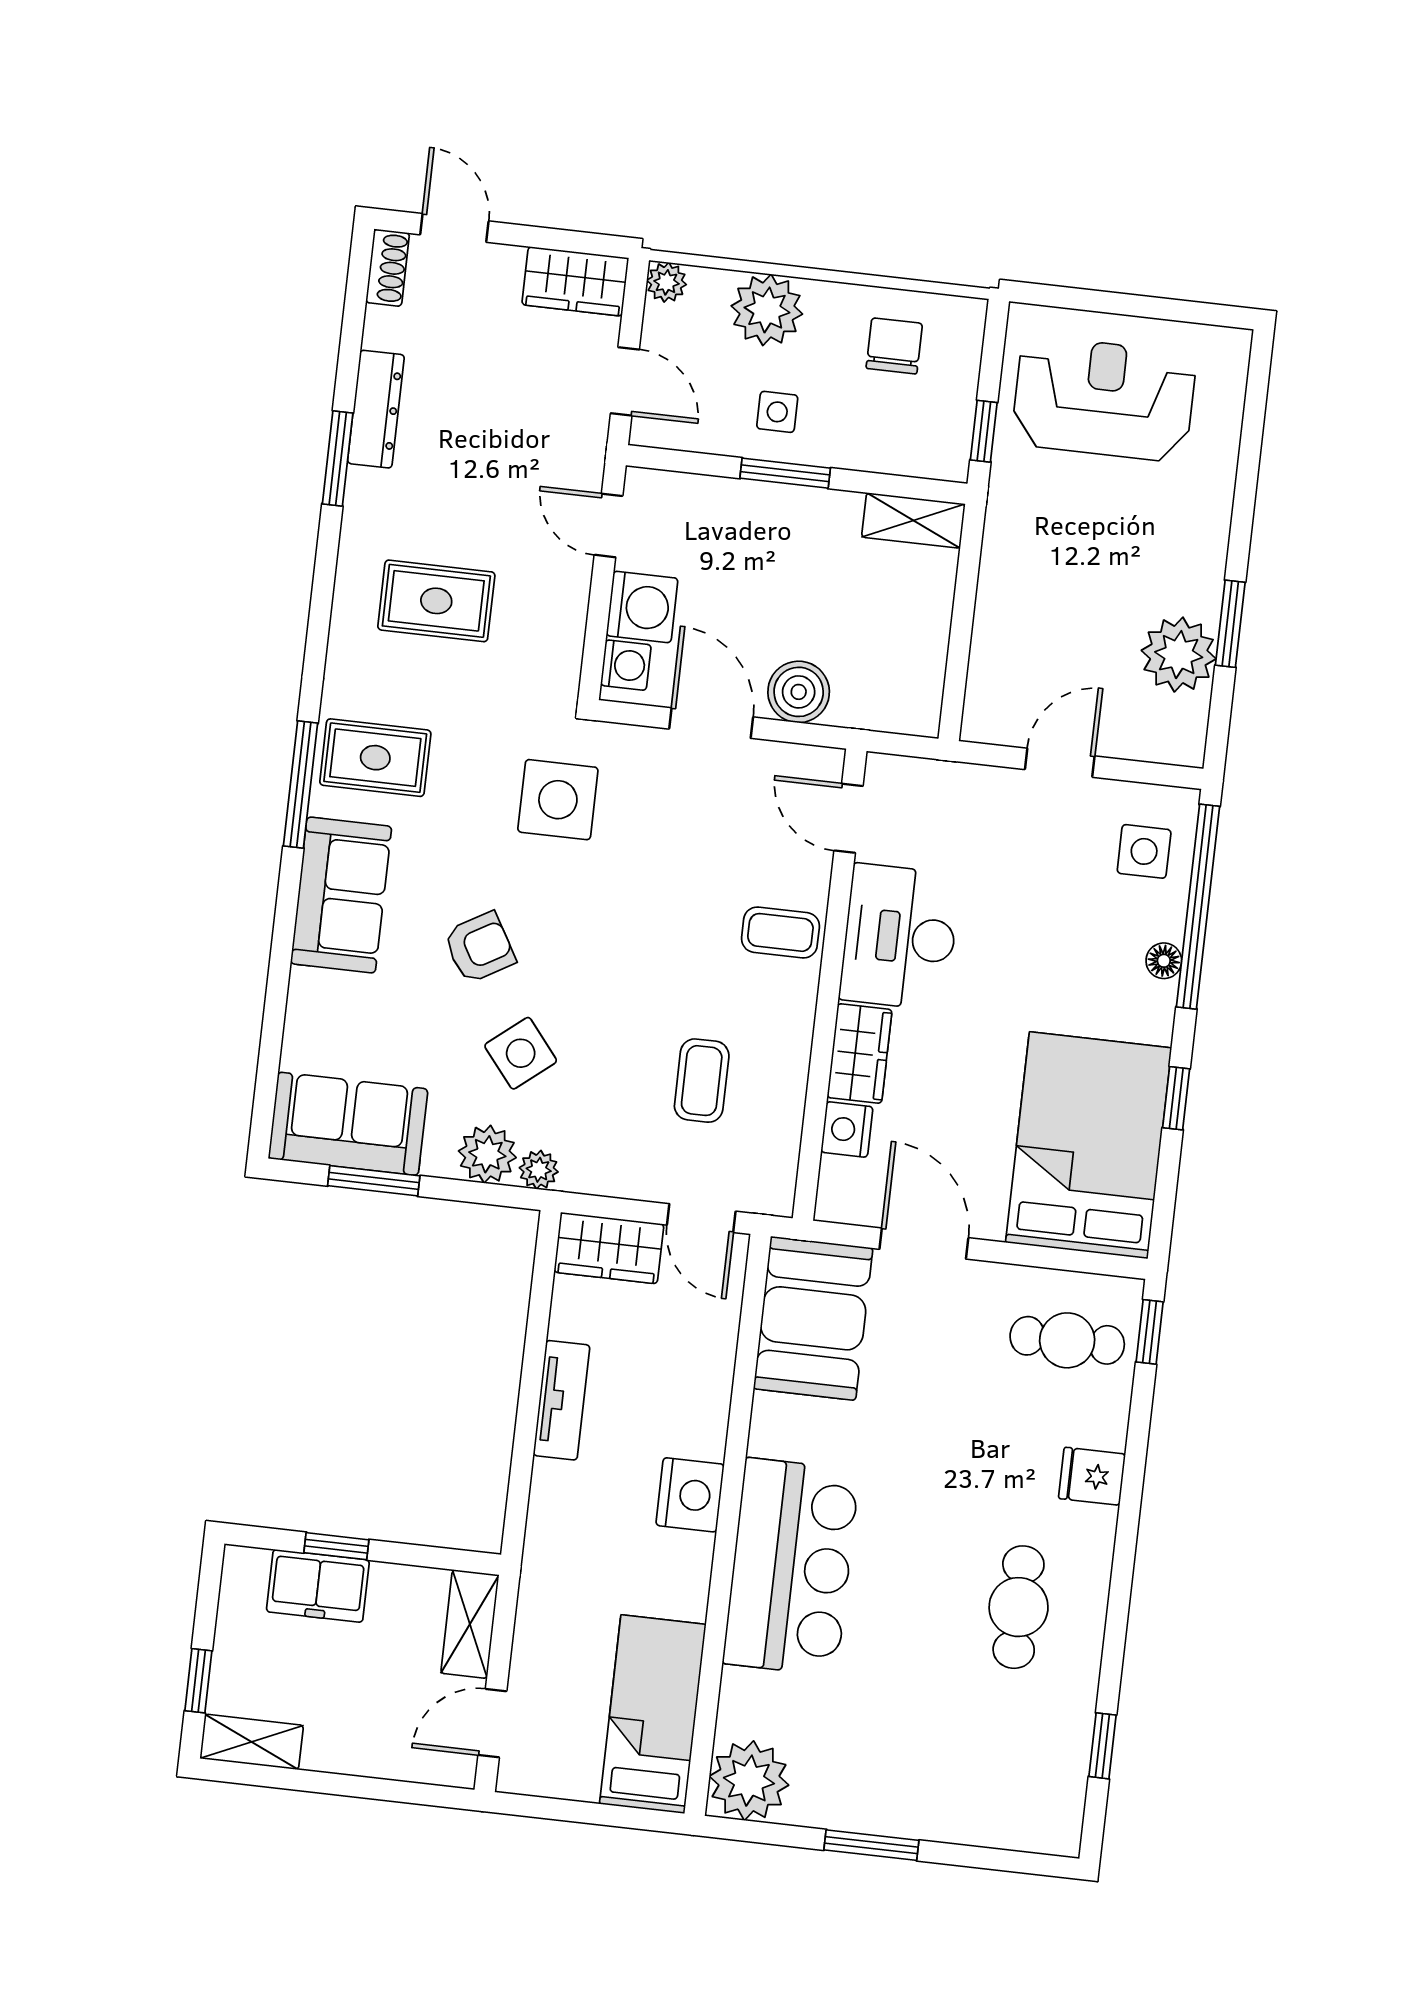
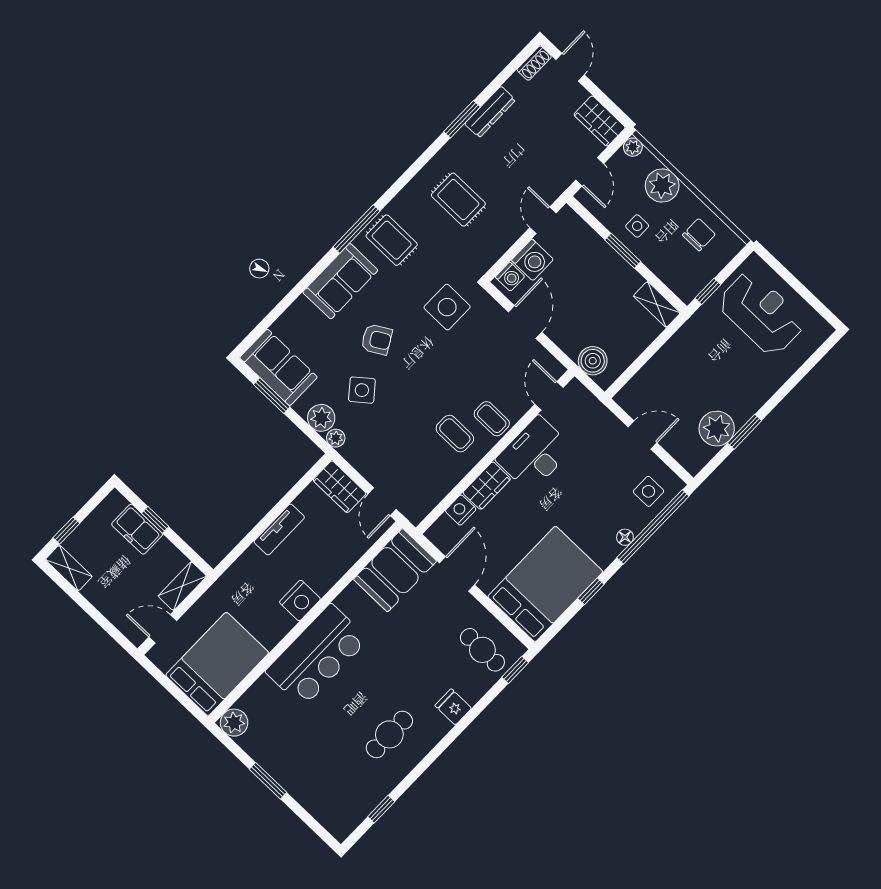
boiler: (799, 692) -> (593, 361), moved
coffee table: (702, 1081) -> (455, 434), moved, turned 90
bed: (653, 1714) -> (217, 664), width x1.50
plant: (749, 1781) -> (234, 723), width x0.73, depth x0.73

